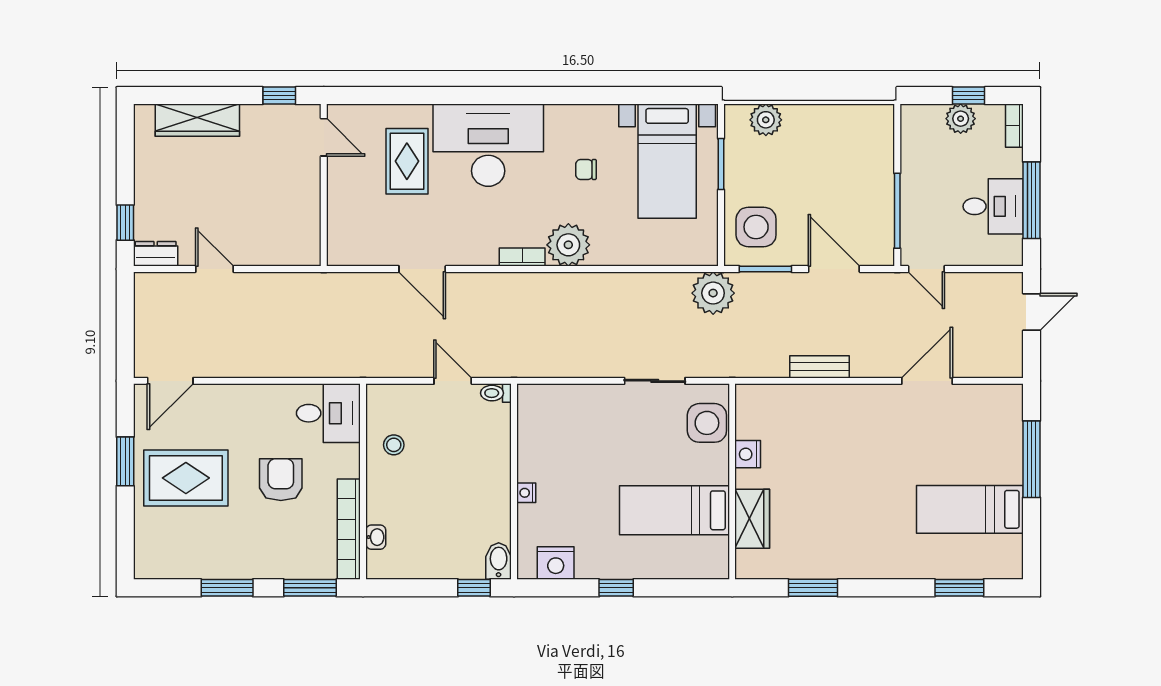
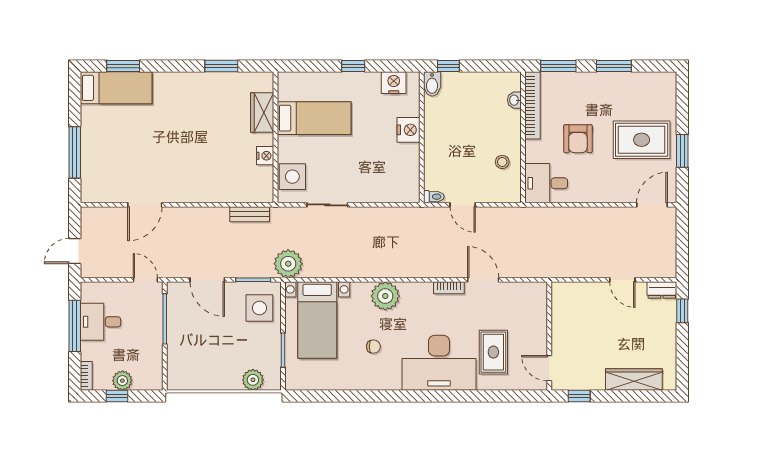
bed with nightstands: (667, 161) -> (317, 320), moved, turned 180
bookcase: (522, 257) -> (449, 288), moved
bench: (820, 367) -> (250, 214), moved
nightstand: (526, 493) -> (409, 130), width x1.89, depth x1.79
bed: (970, 509) -> (116, 88), moved

